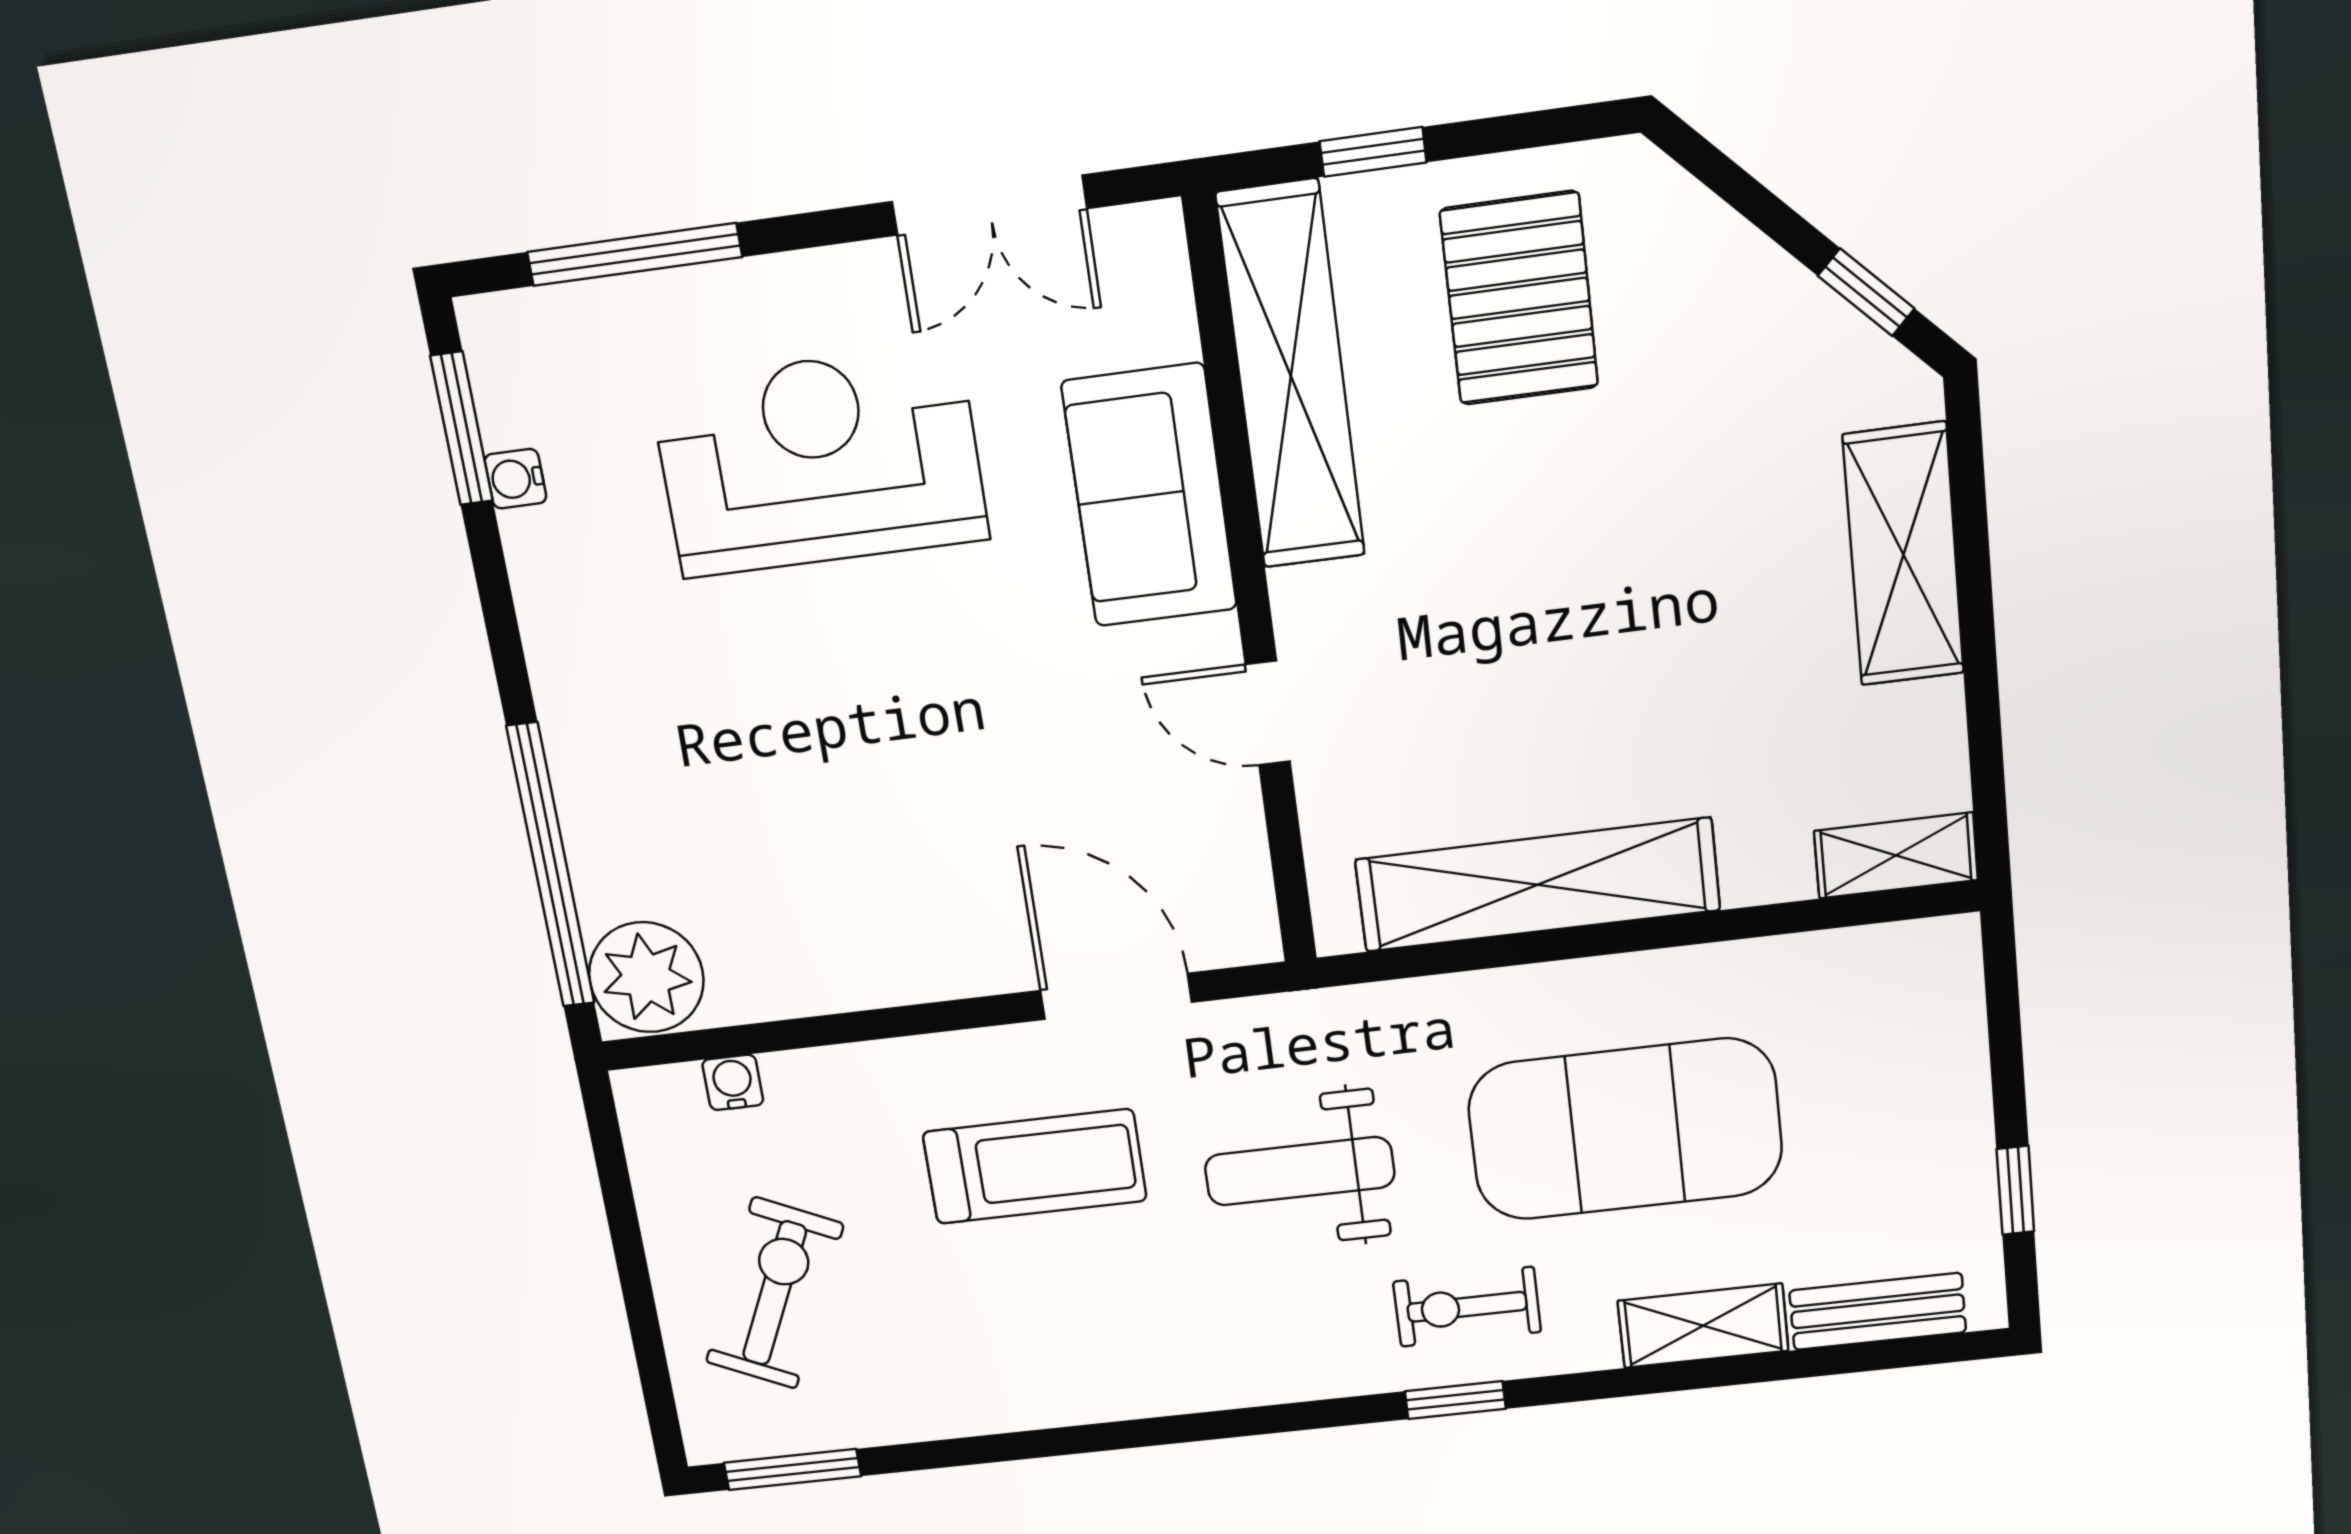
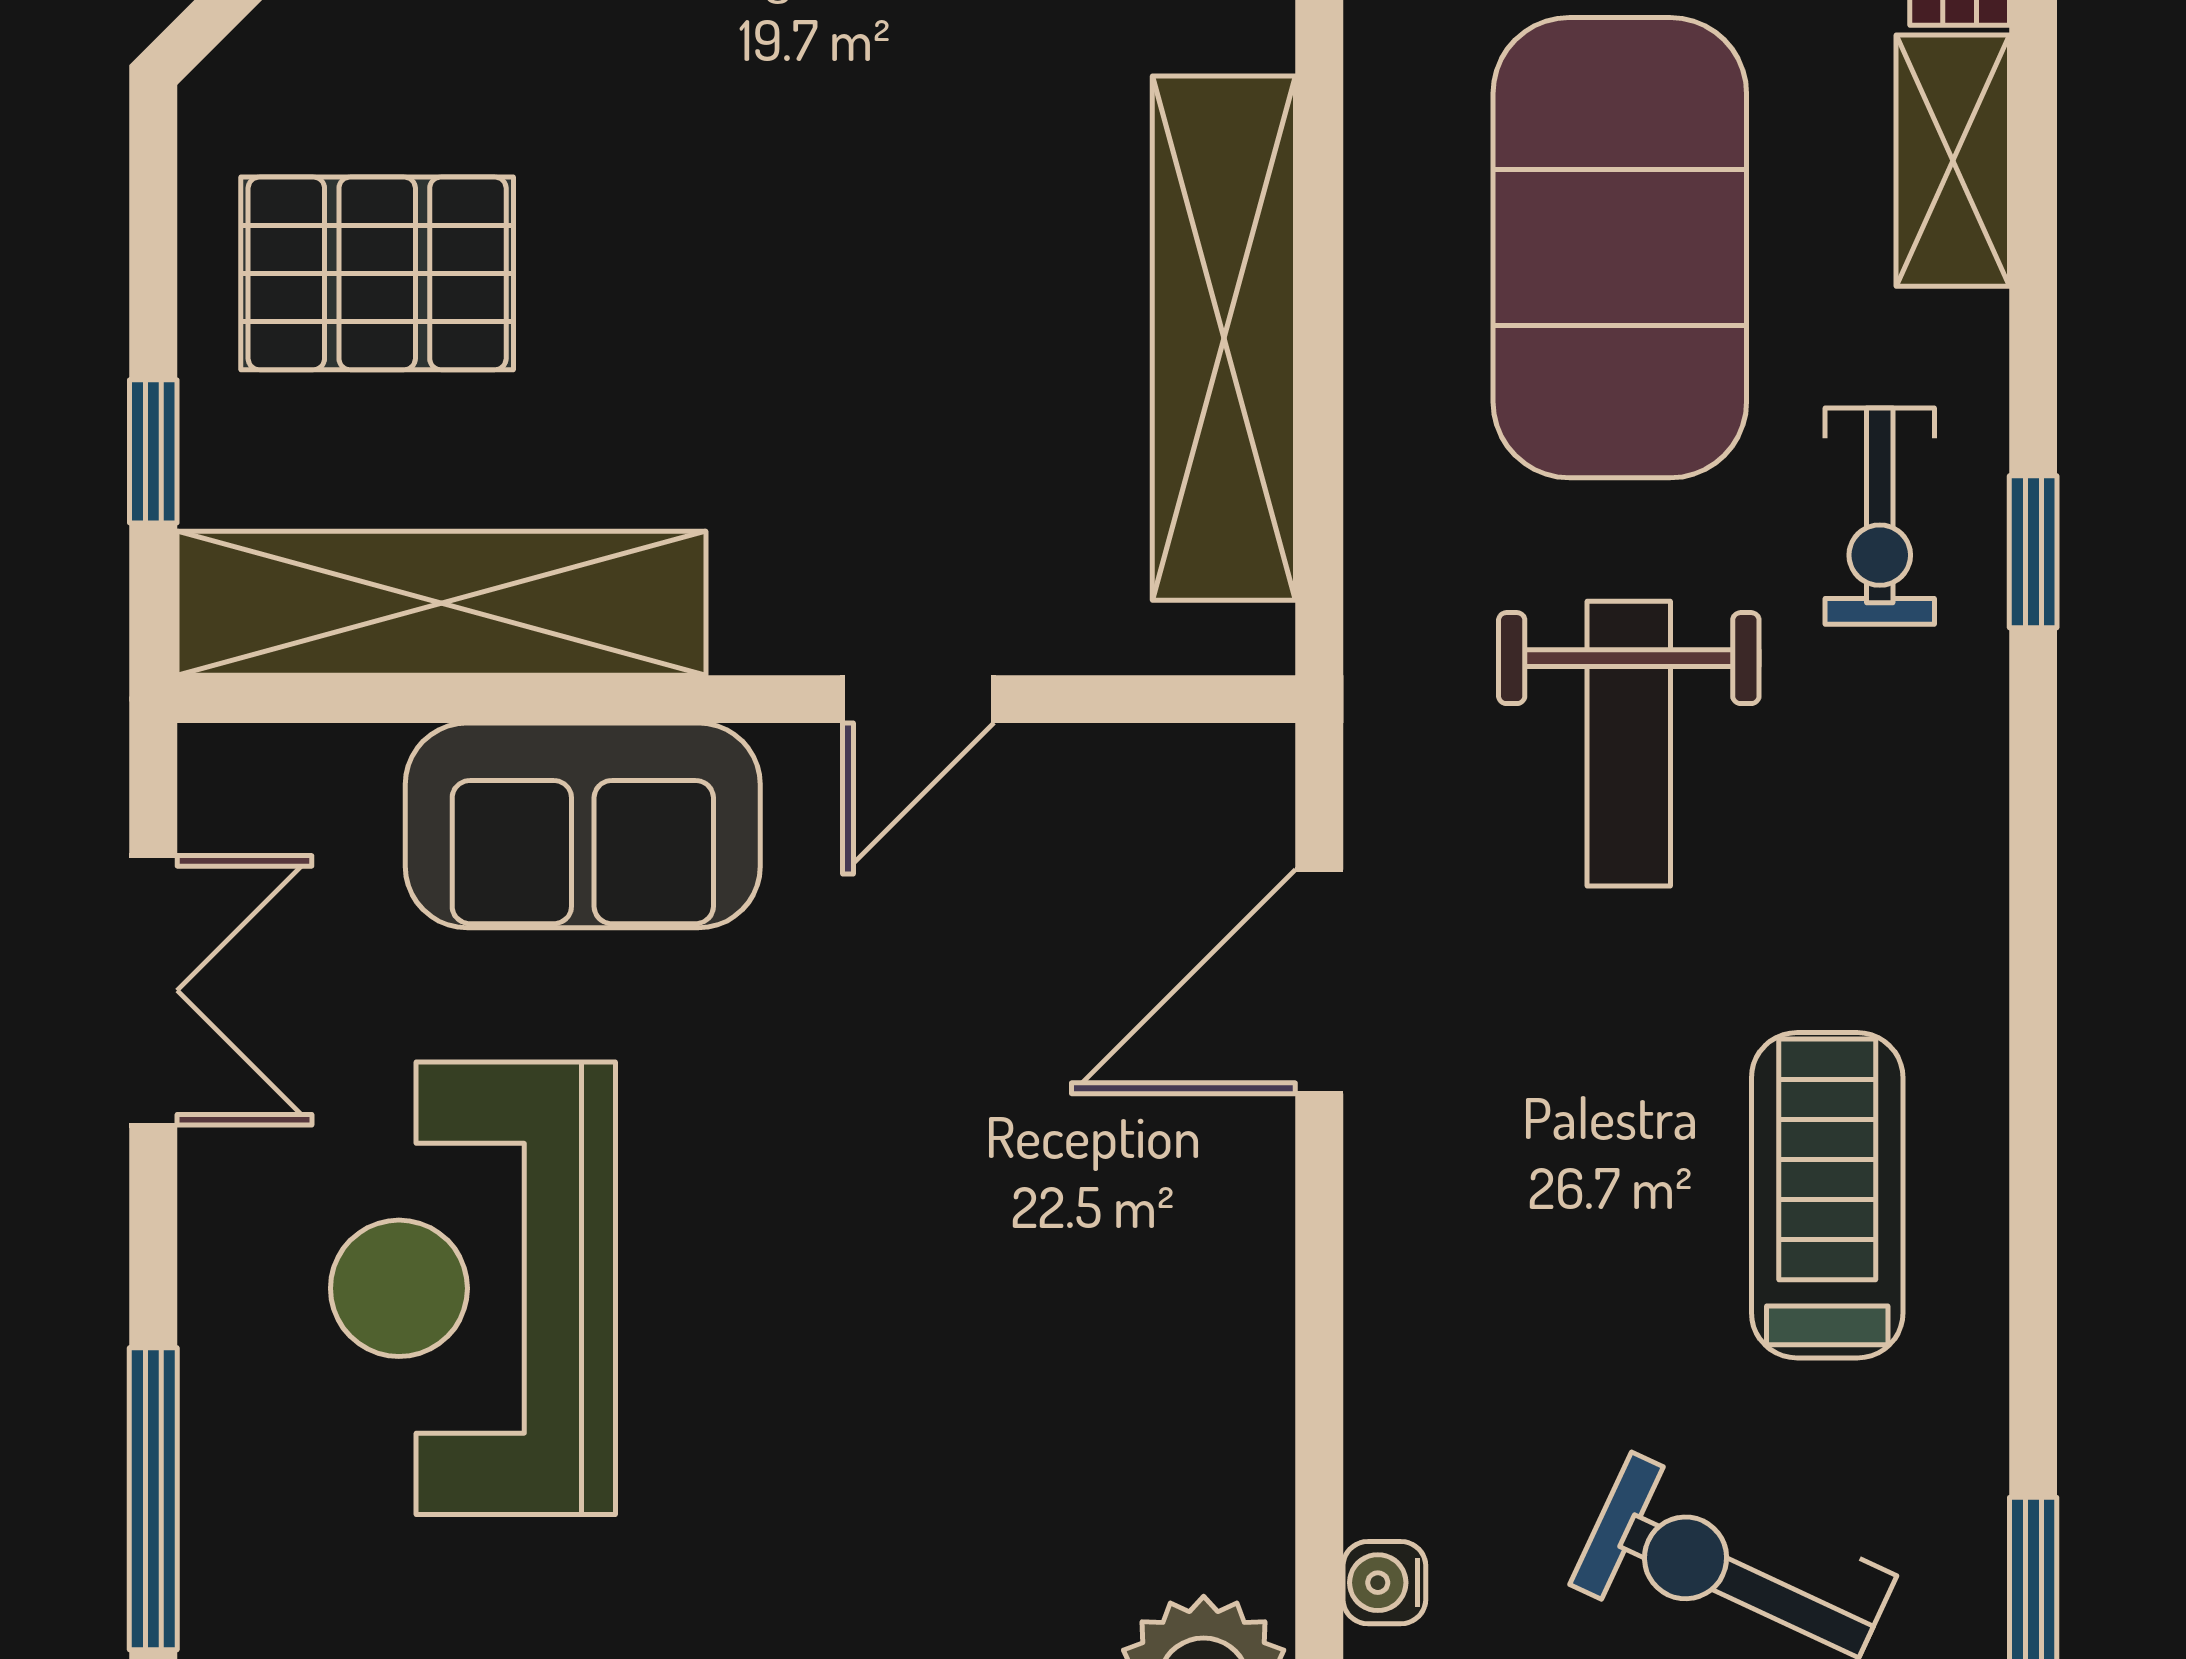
treadmill: (1035, 1166) -> (1827, 1195), moved

